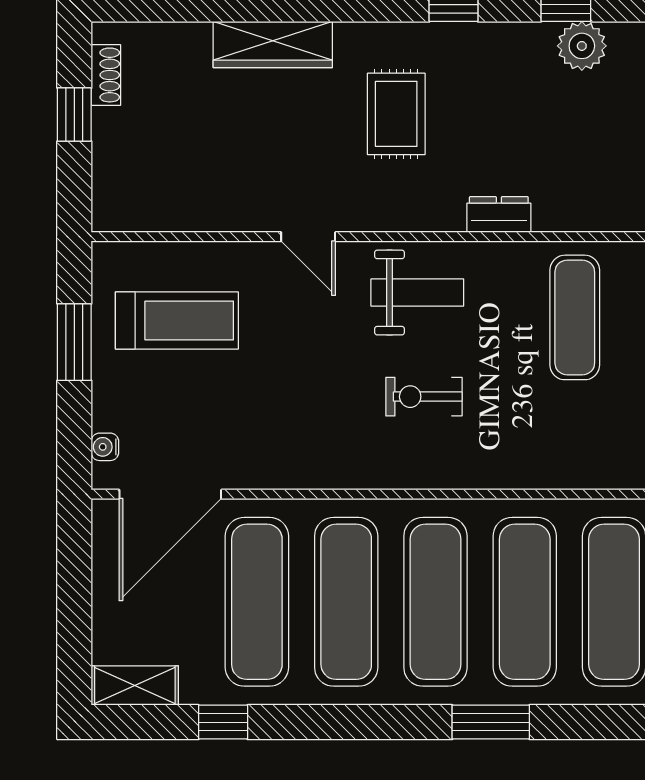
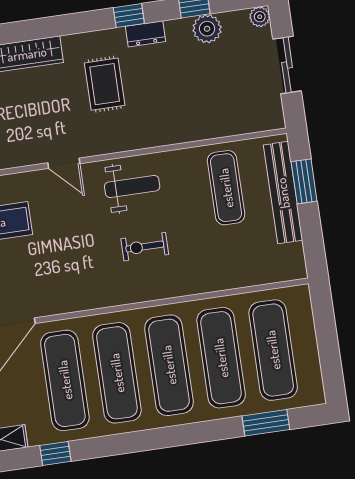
dresser: (499, 215) -> (145, 34), moved, turned 180
window: (491, 722) -> (266, 423), moved

